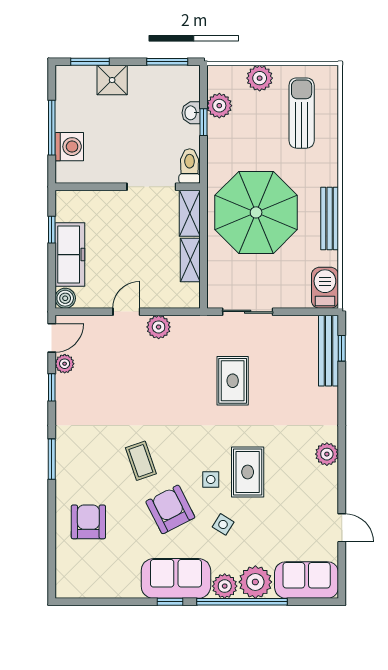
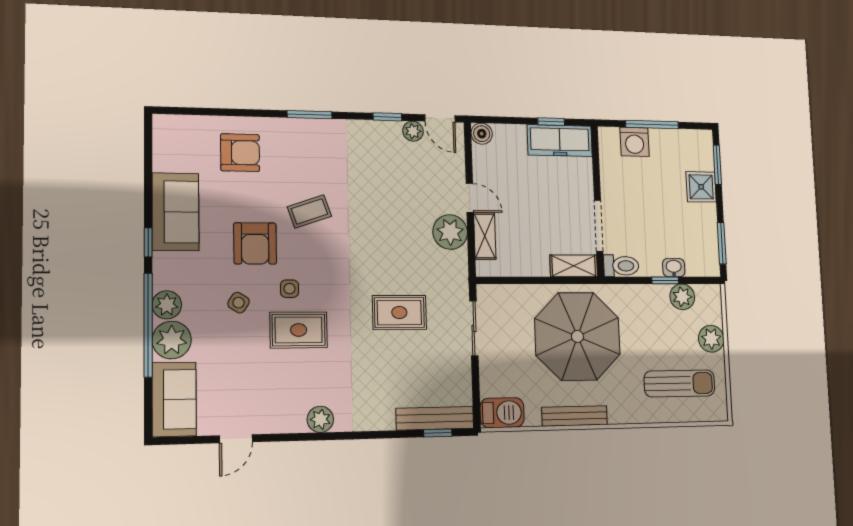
freezer: (70, 255) -> (560, 141), moved
shelving: (190, 260) -> (485, 236), moved, turned 90
plant: (159, 327) -> (450, 232), width x1.36, depth x1.36
armchair: (170, 509) -> (255, 243), turned 117
sofa: (176, 578) -> (175, 212), moved

